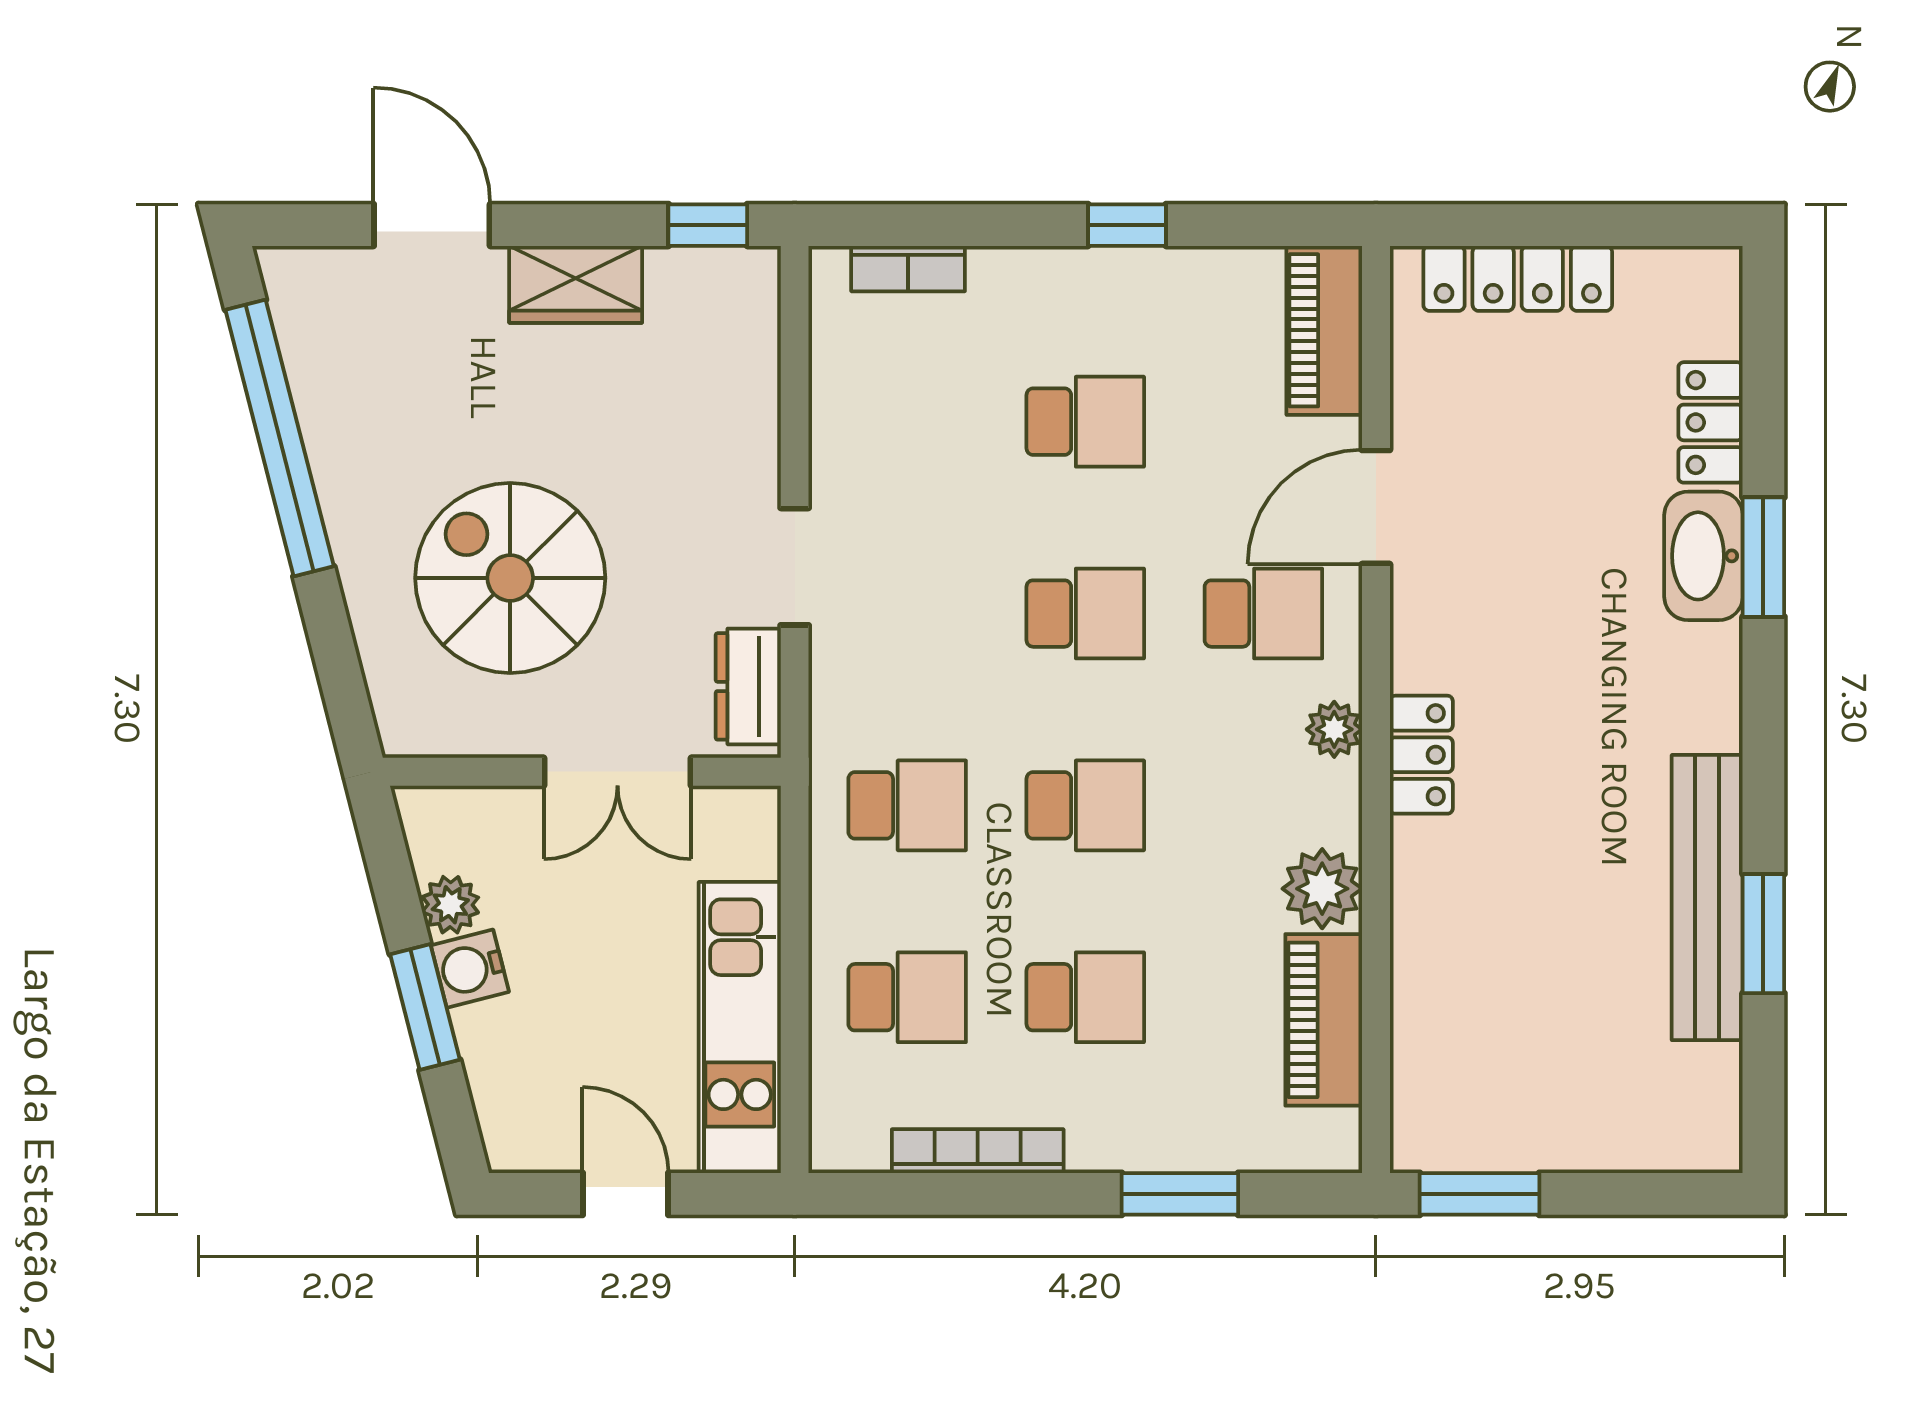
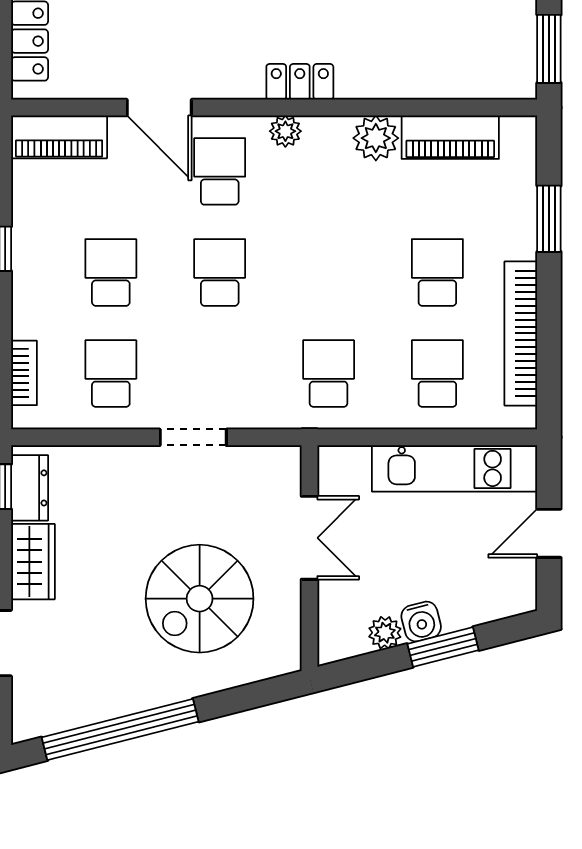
dresser: (748, 686) -> (30, 488), moved, turned -90
school desk: (1085, 805) -> (111, 373), moved
bookcase: (978, 1151) -> (521, 333), width x1.48, depth x1.31

